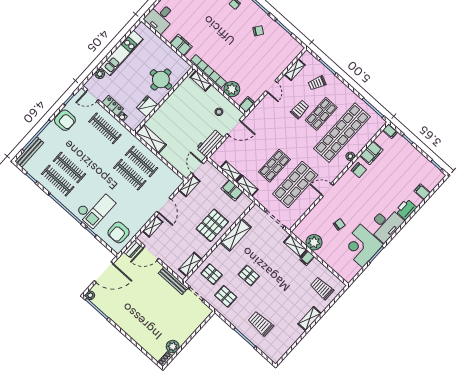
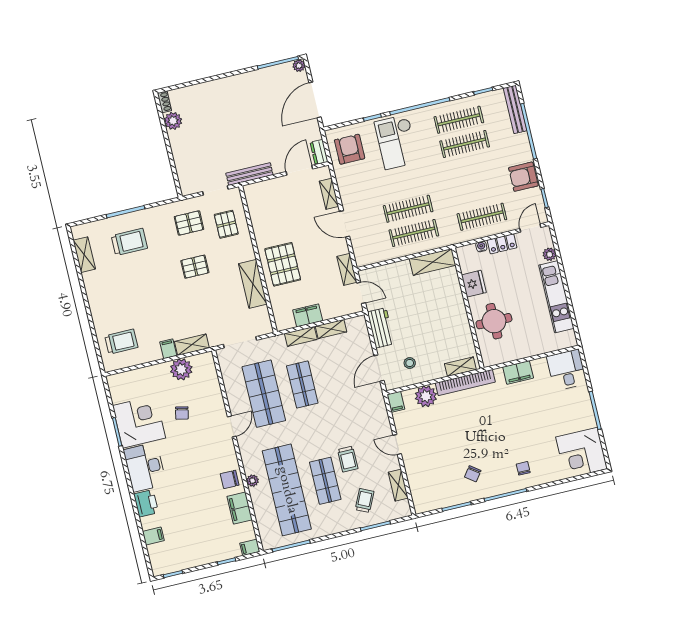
shelving: (190, 264) -> (255, 207), removed
pallet: (212, 274) -> (226, 224), turned 90
shelving: (310, 319) -> (84, 255), moved

